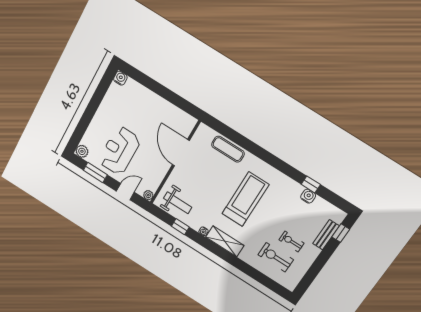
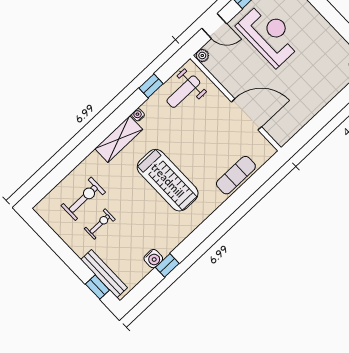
door: (125, 192) -> (214, 26), hinge flipped
bench: (326, 235) -> (104, 274), width x1.36

